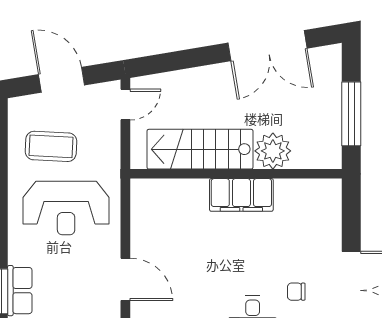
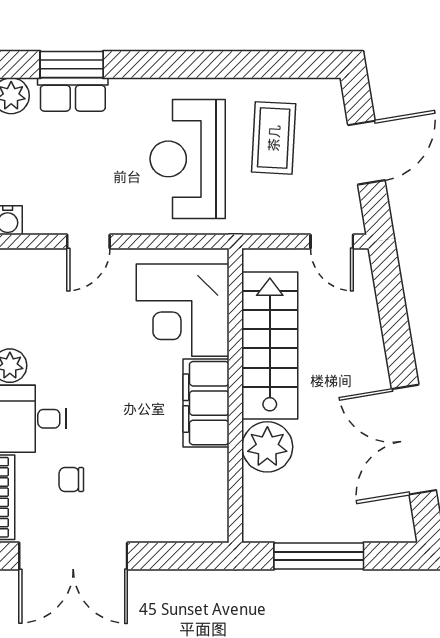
corner desk: (175, 212) -> (183, 310), added
door: (125, 279) -> (88, 241), width x0.73
chair: (296, 292) -> (71, 479), turned -90

